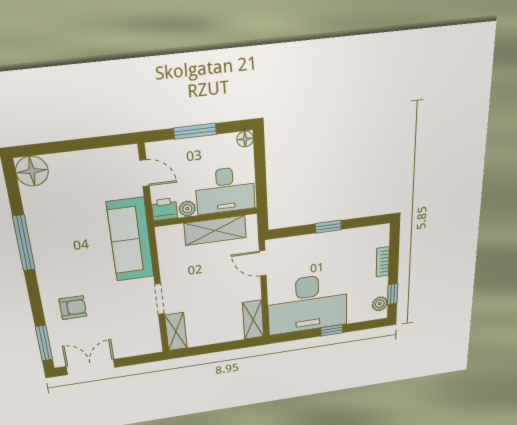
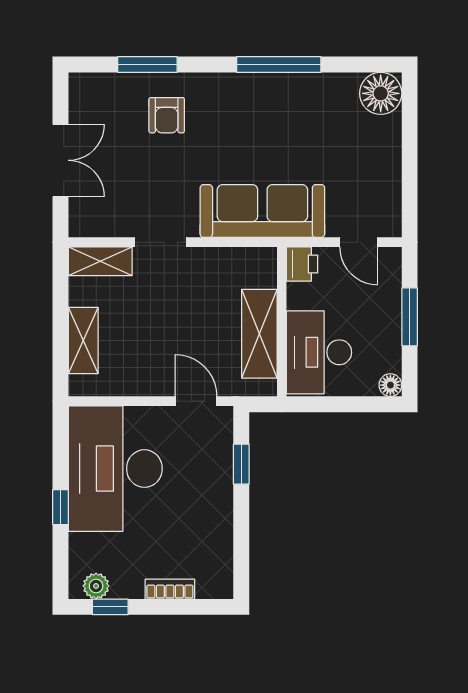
door: (144, 173) -> (359, 242), hinge flipped
plant: (187, 209) -> (299, 296), removed
window: (328, 227) -> (241, 464), moved
door: (263, 263) -> (196, 401), hinge flipped
shelving: (253, 320) -> (83, 340), moved, turned 90
window: (44, 343) -> (147, 65), moved
double door: (91, 367) -> (60, 160), moved

